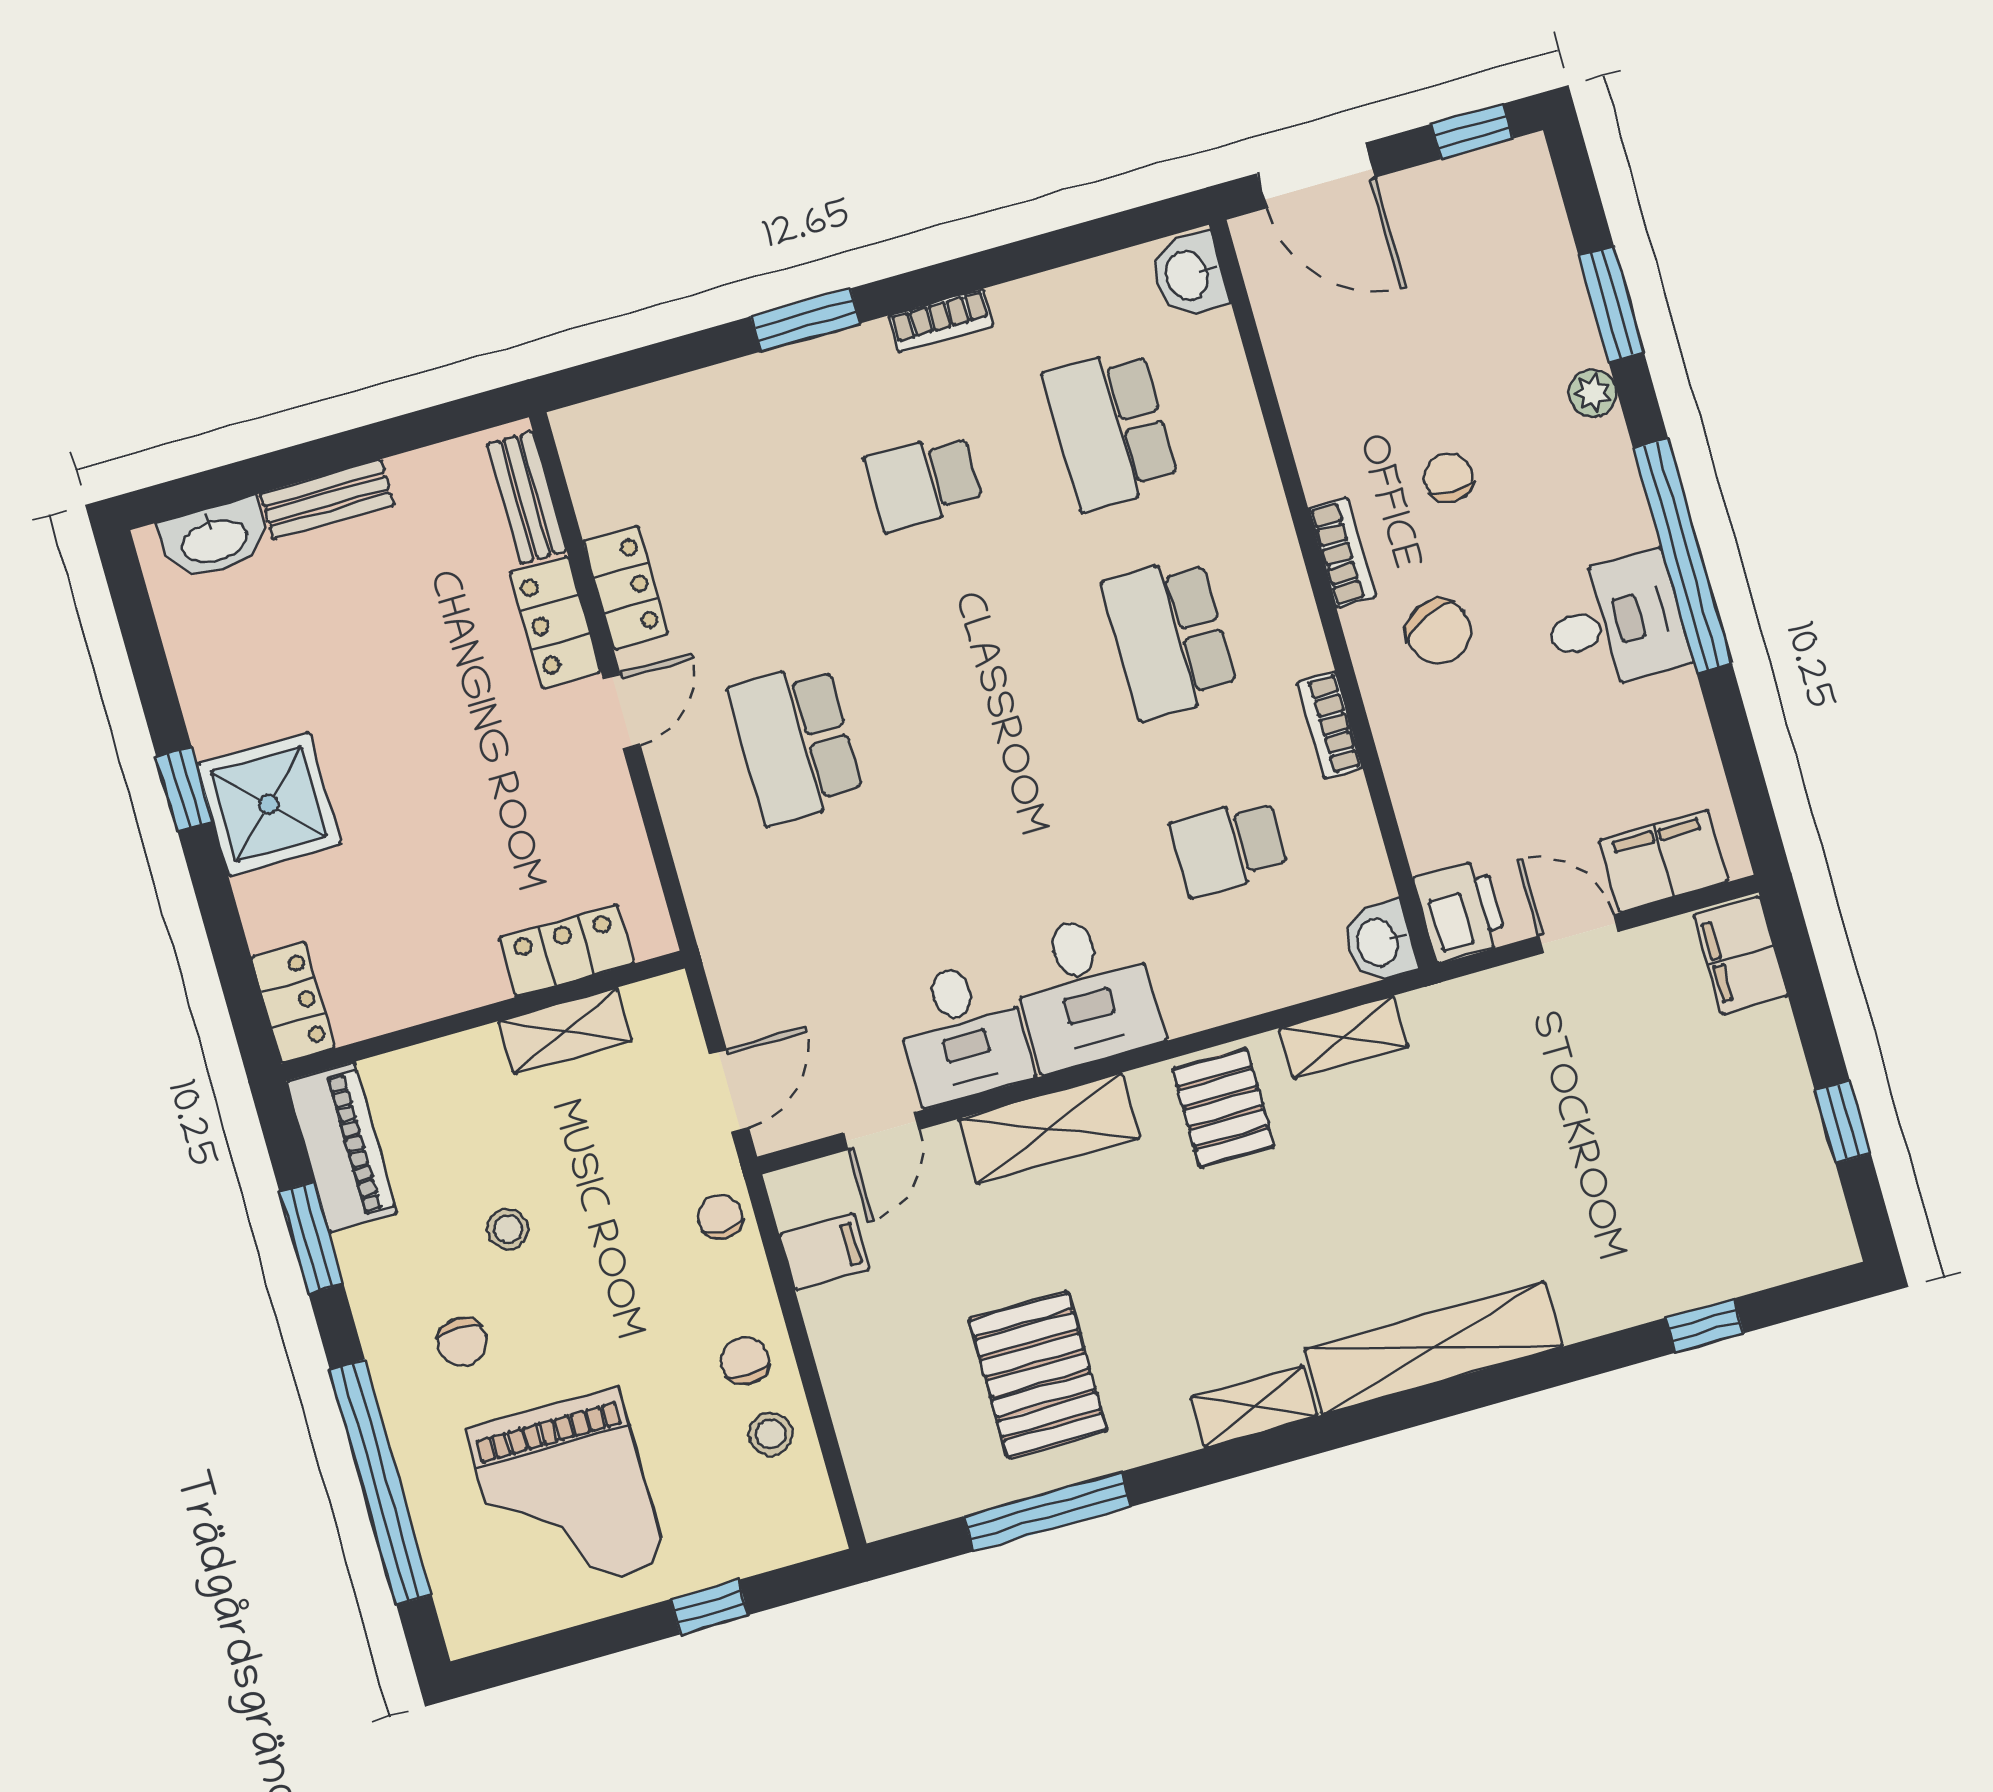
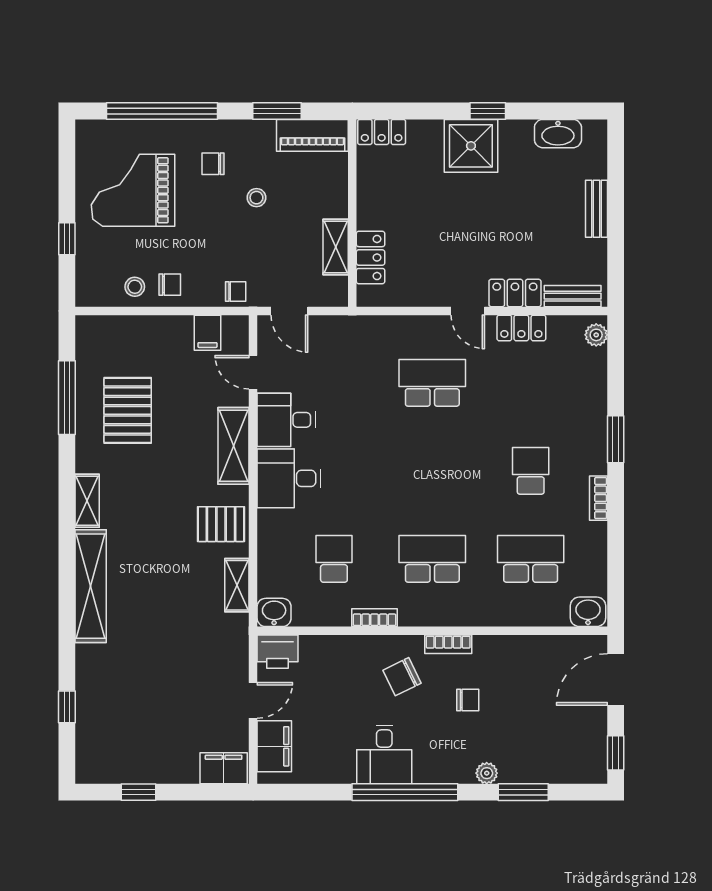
plant: (595, 424) -> (596, 335), added
washbasin: (214, 539) -> (558, 134), moved, turned -90
pallet: (1038, 1375) -> (128, 410), turned 90

